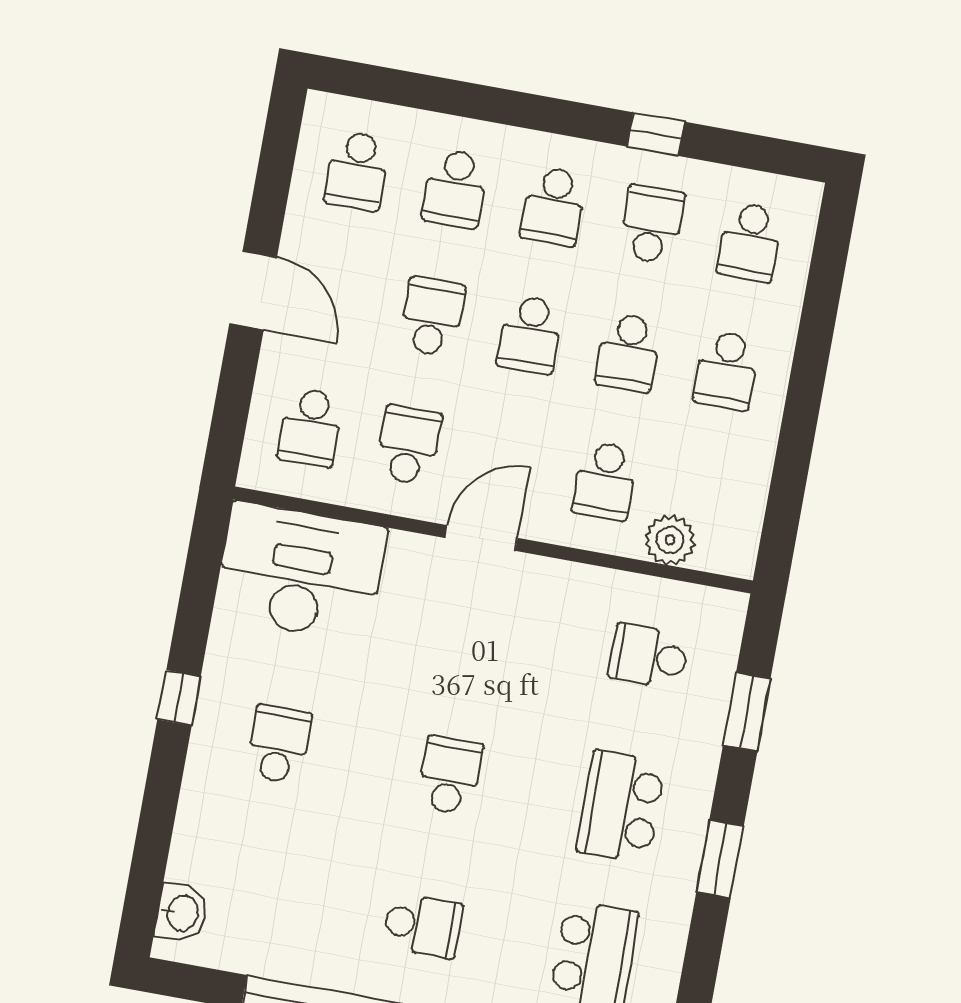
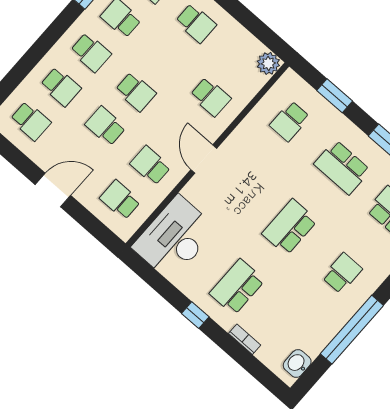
school desk: (628, 352) -> (166, 57), removed
school desk: (310, 427) -> (120, 200), turned 180
plant: (670, 540) -> (268, 63), moved
school desk: (279, 744) -> (237, 287), width x1.85
school desk: (450, 775) -> (290, 227), width x1.85
bookcase: (189, 818) -> (245, 339), added
washbasin: (181, 913) -> (297, 364), moved, turned -90

